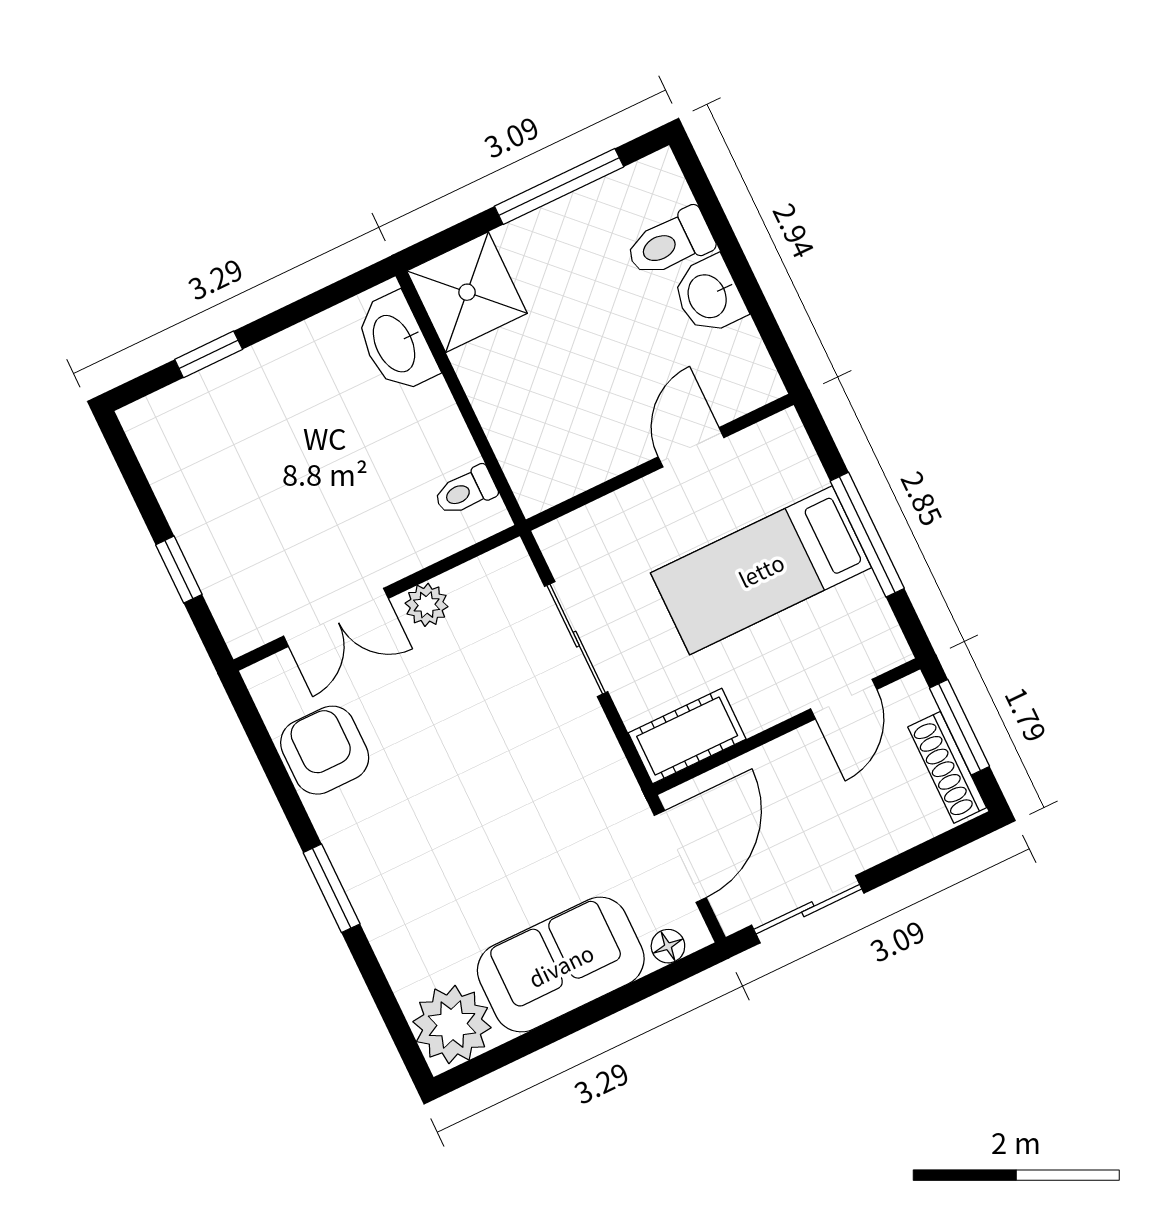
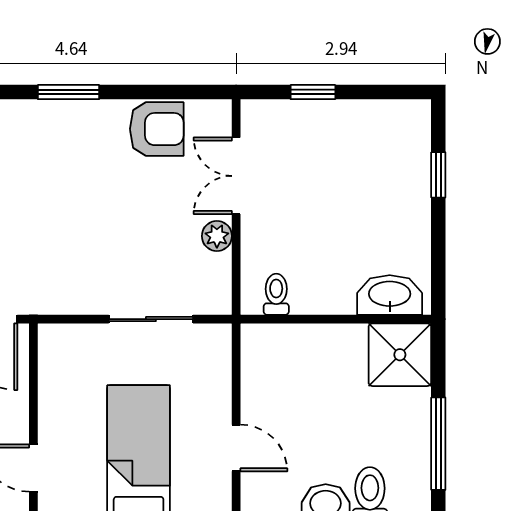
cot: (687, 736) -> (57, 359), removed

